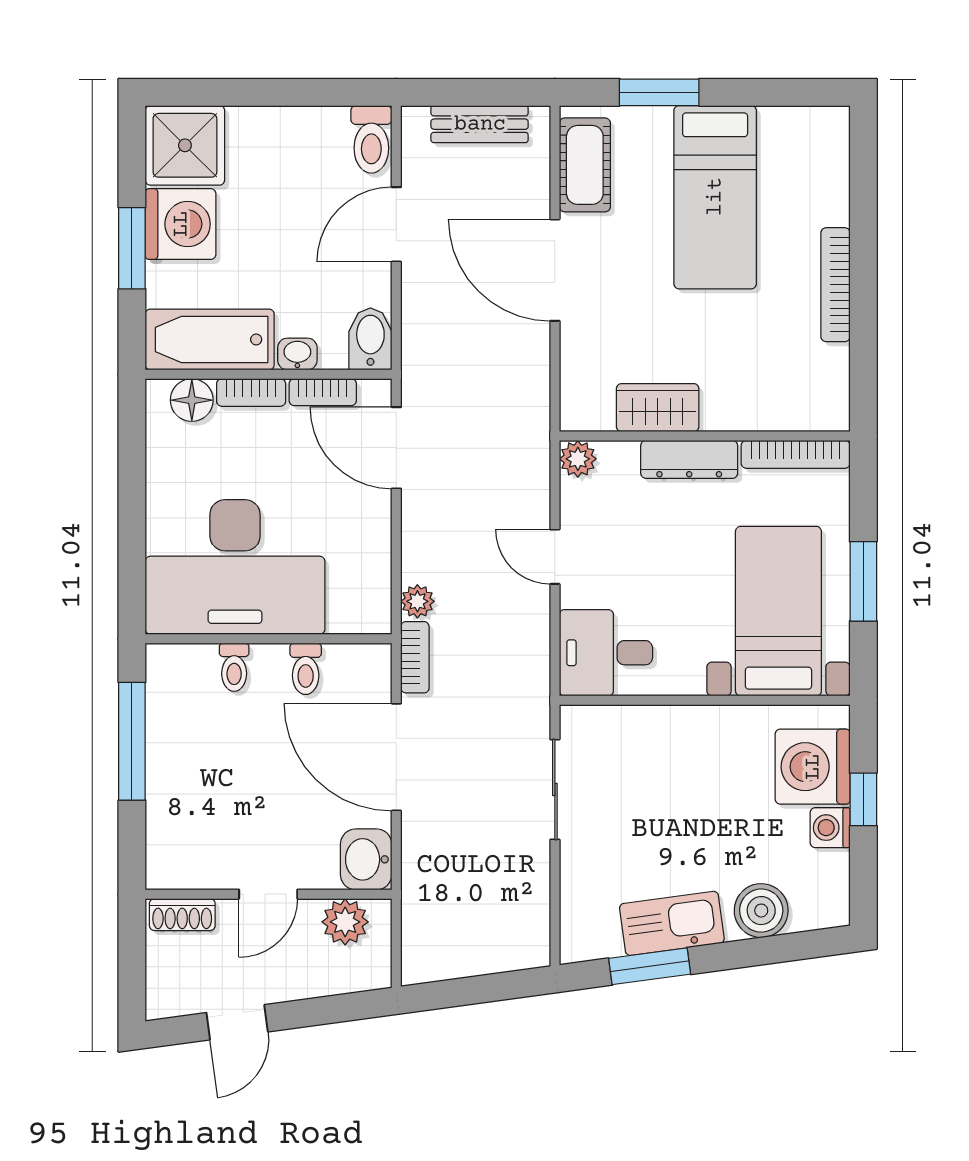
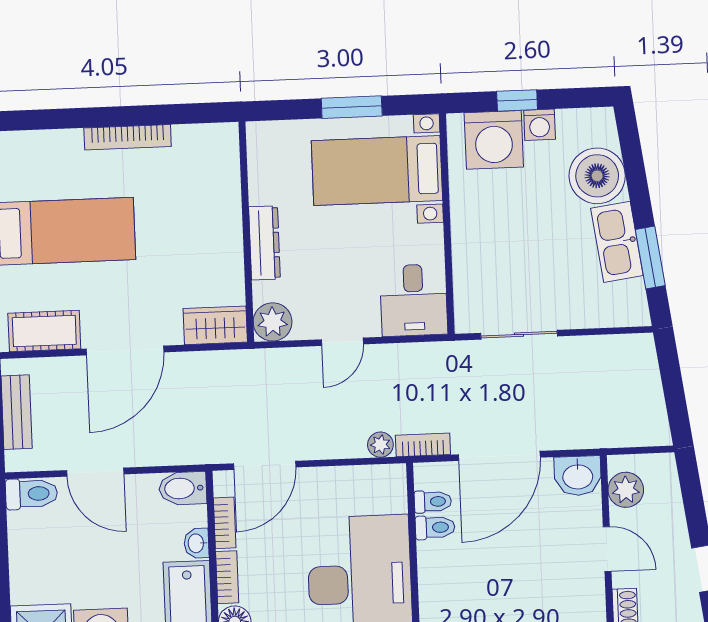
wardrobe: (658, 408) -> (215, 325), moved, turned 90
bookcase: (796, 454) -> (257, 162), removed
plant: (578, 459) -> (273, 322), width x1.38, depth x1.38
toilet: (234, 667) -> (433, 502), moved
boiler: (761, 911) -> (597, 176), width x1.37, depth x1.37

